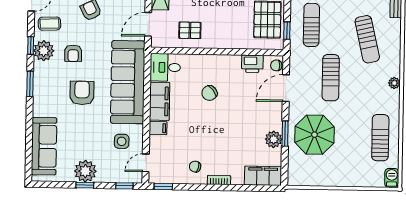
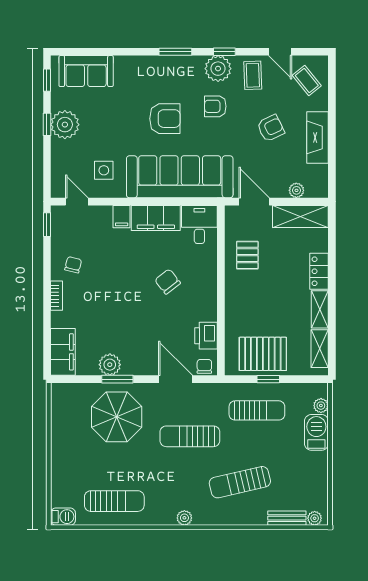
window: (287, 31) -> (268, 379), moved
sofa: (44, 146) -> (86, 71), width x0.73
window: (124, 186) -> (47, 80), moved

